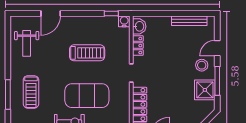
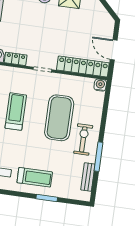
treadmill: (31, 92) -> (35, 177), moved
window: (8, 94) -> (47, 198), width x0.69

